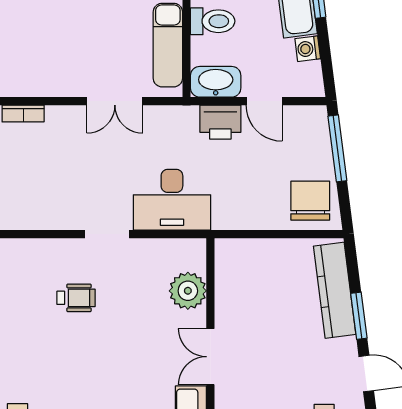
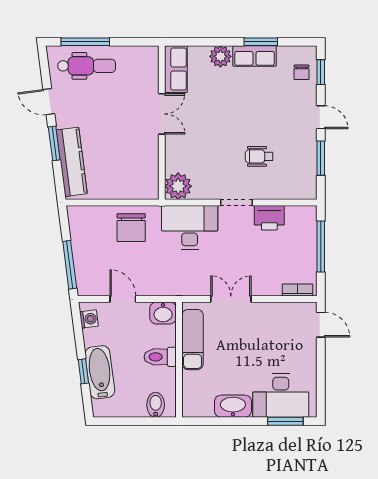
washing machine: (308, 49) -> (89, 319), moved
washbasin: (216, 82) -> (163, 313), width x0.72
printer: (220, 122) -> (269, 218), moved, turned 180
chair: (310, 201) -> (131, 228), moved
plant: (188, 291) -> (178, 186), moved

